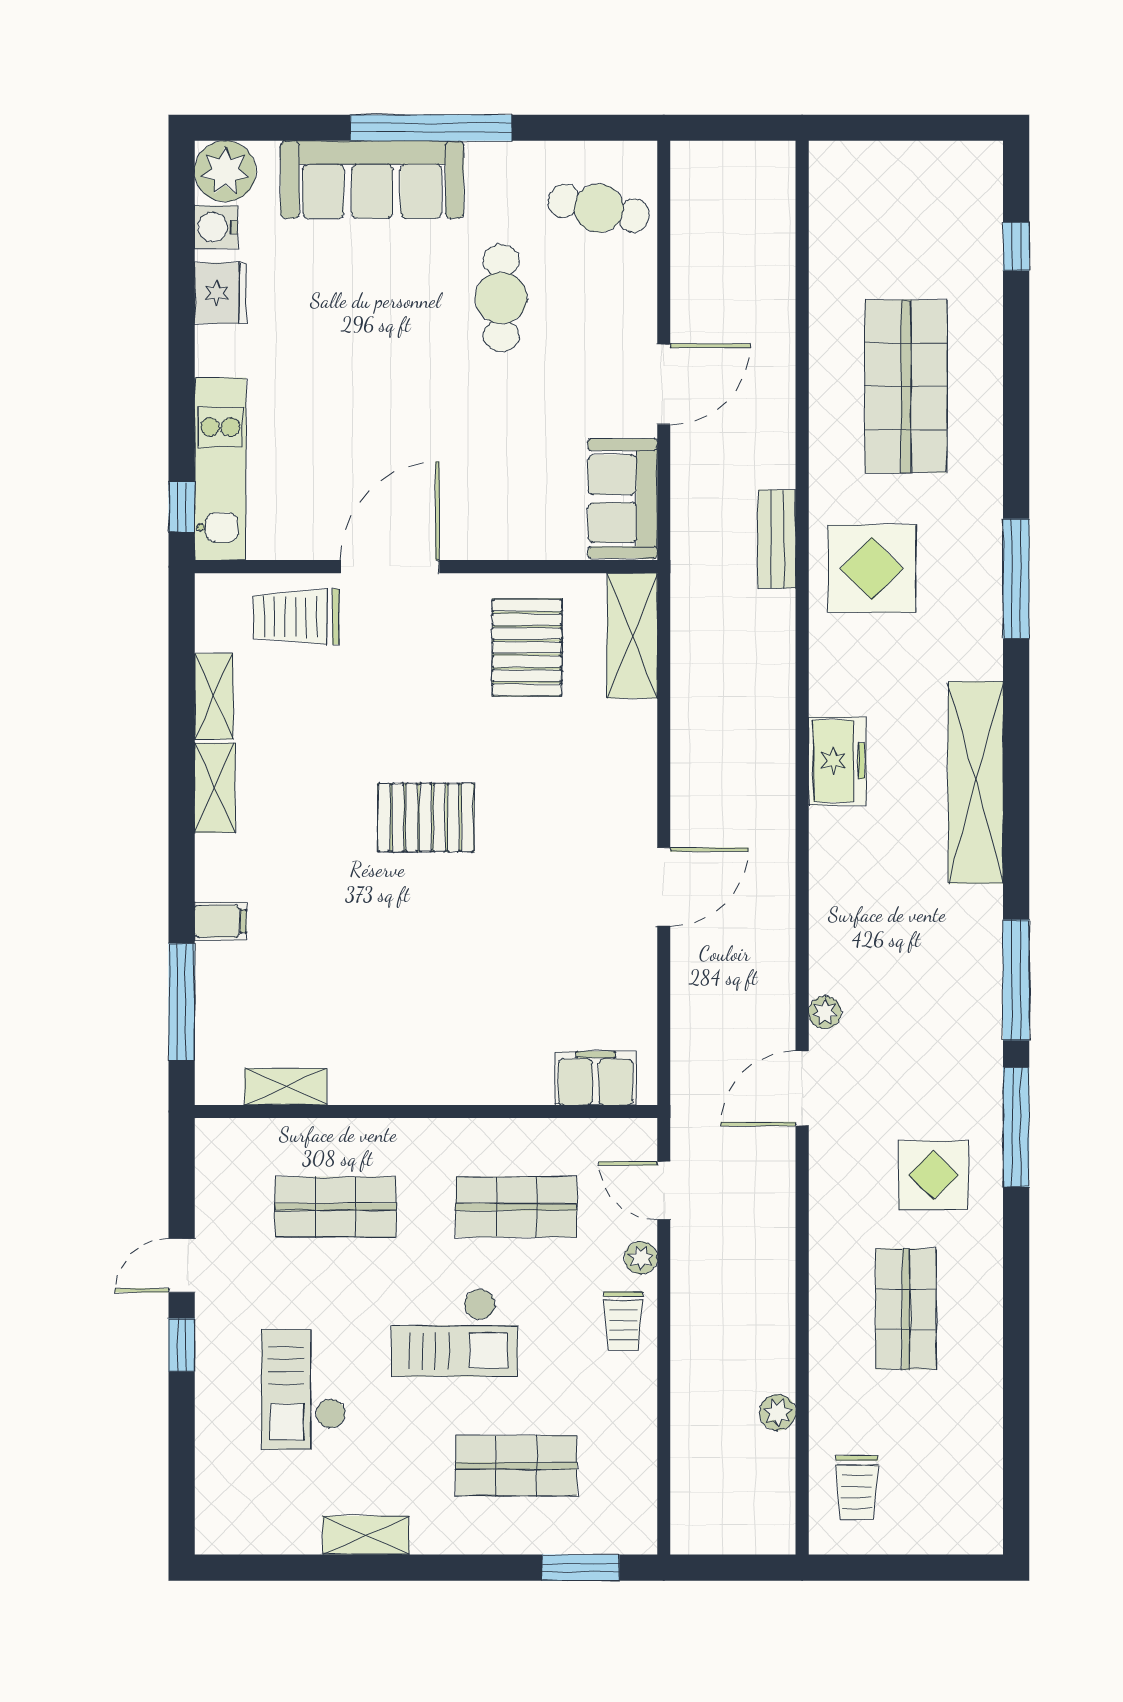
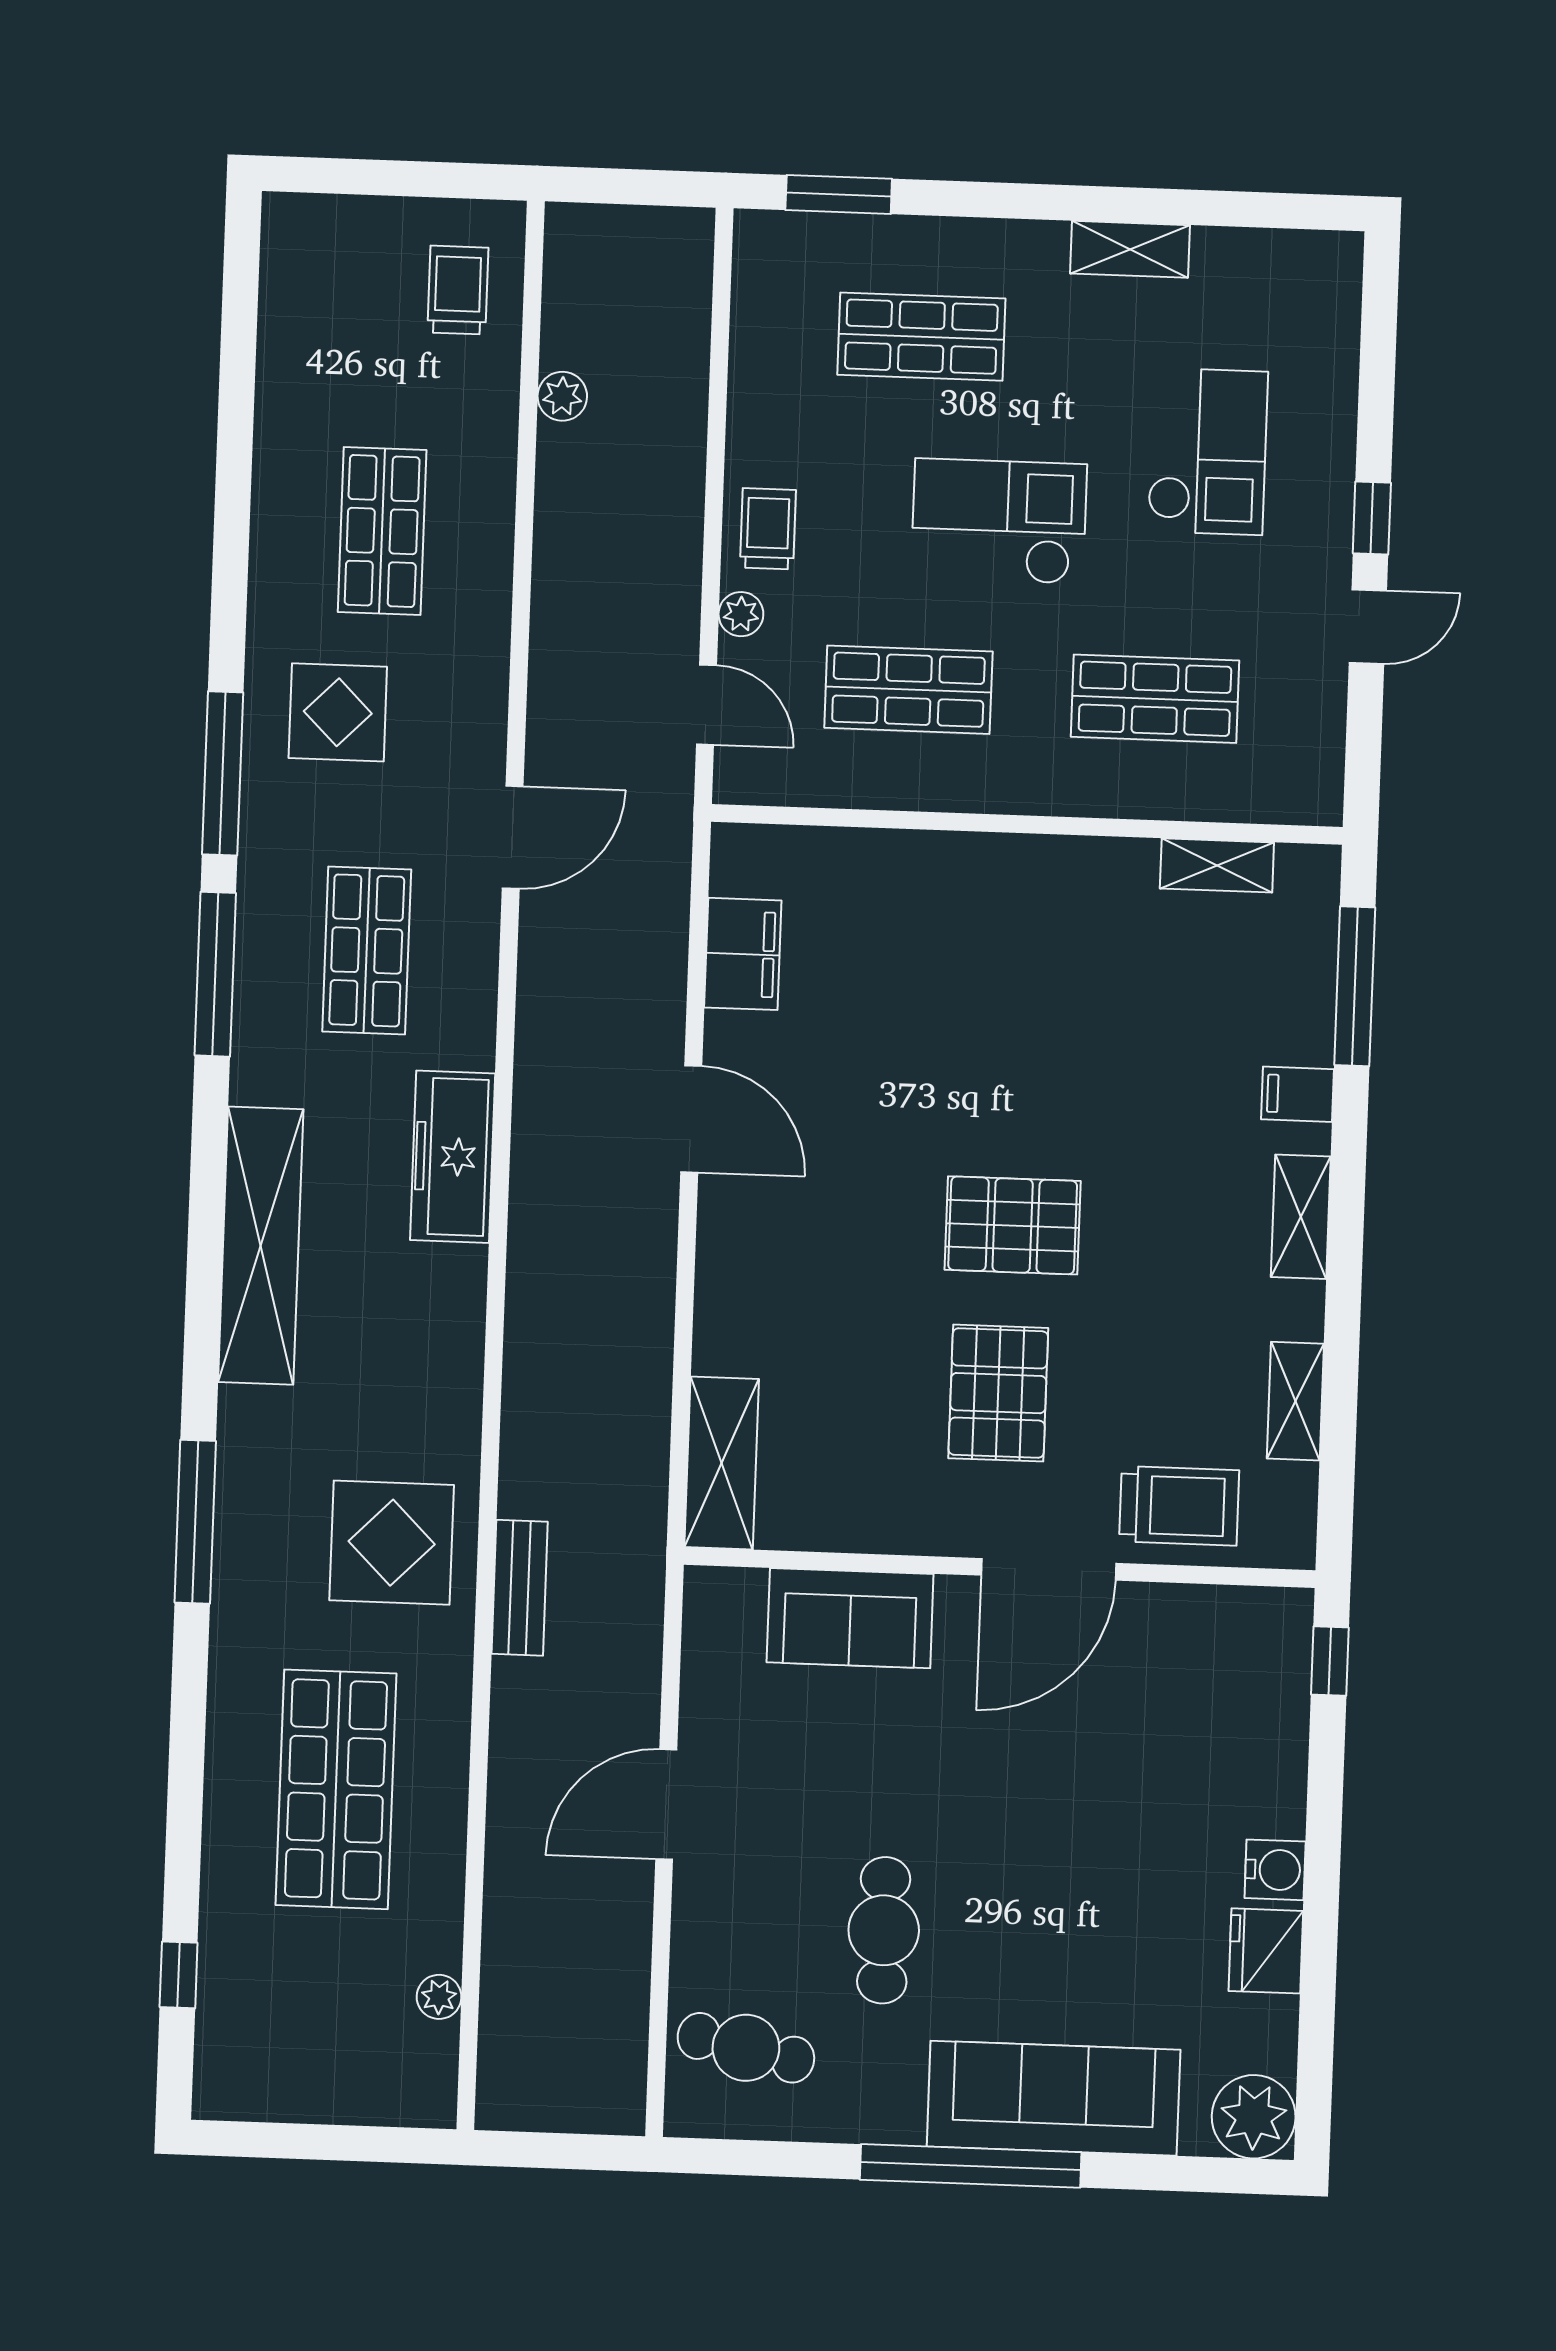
water cooler: (216, 227) -> (1275, 1870), moved
kitchen unit: (220, 469) -> (1275, 1711), removed
sofa: (623, 499) -> (850, 1618), moved, turned 90
pallet: (527, 647) -> (998, 1393), moved
freezer: (838, 761) -> (453, 1157), moved, width x1.40
shelving: (215, 788) -> (1301, 1217), moved
door: (664, 887) -> (691, 1119), swing flipped
shop shelf: (906, 1001) -> (367, 950), added
plant: (825, 1012) -> (439, 1997), moved
filing cabinet: (596, 1078) -> (743, 954), moved, turned -90

